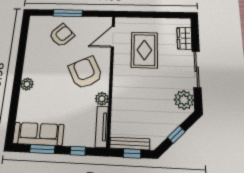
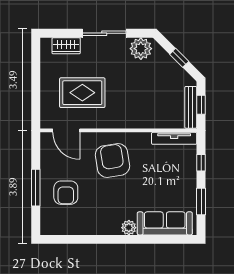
armchair: (62, 35) -> (66, 193), turned -136
armchair: (85, 73) -> (112, 160), turned 107
plant: (102, 99) -> (143, 140), removed
sofa: (38, 134) -> (165, 223), moved, turned 90

